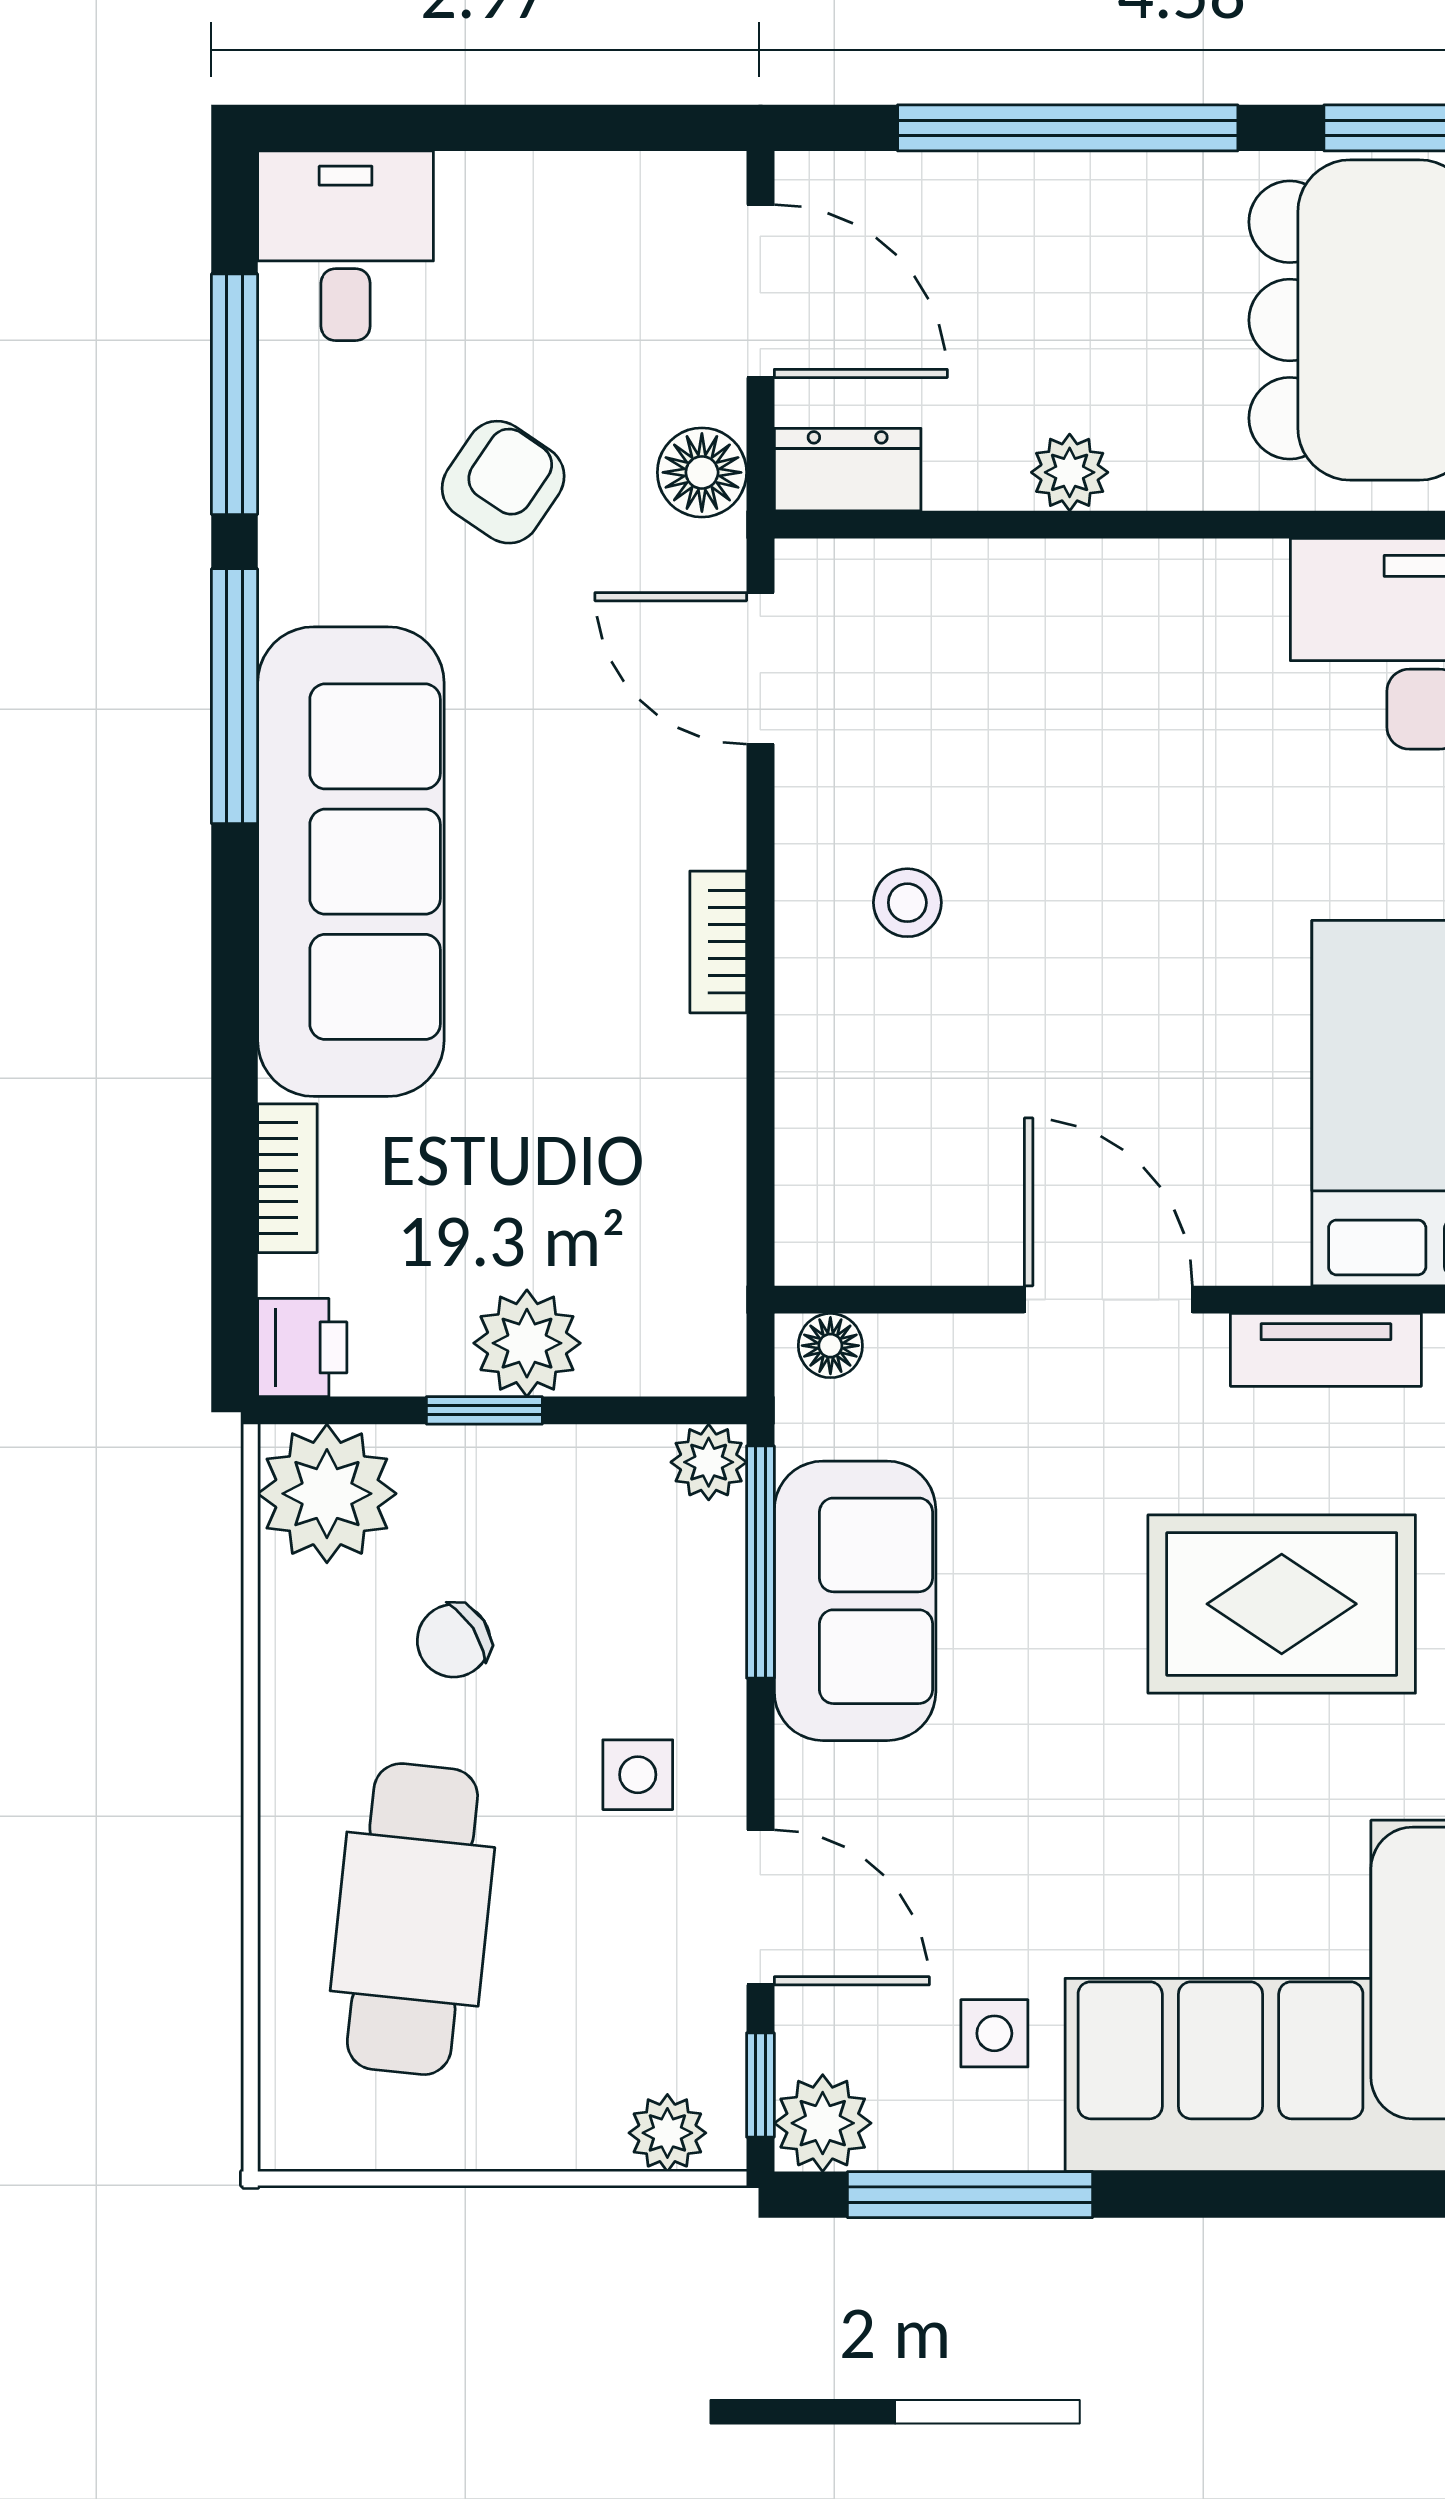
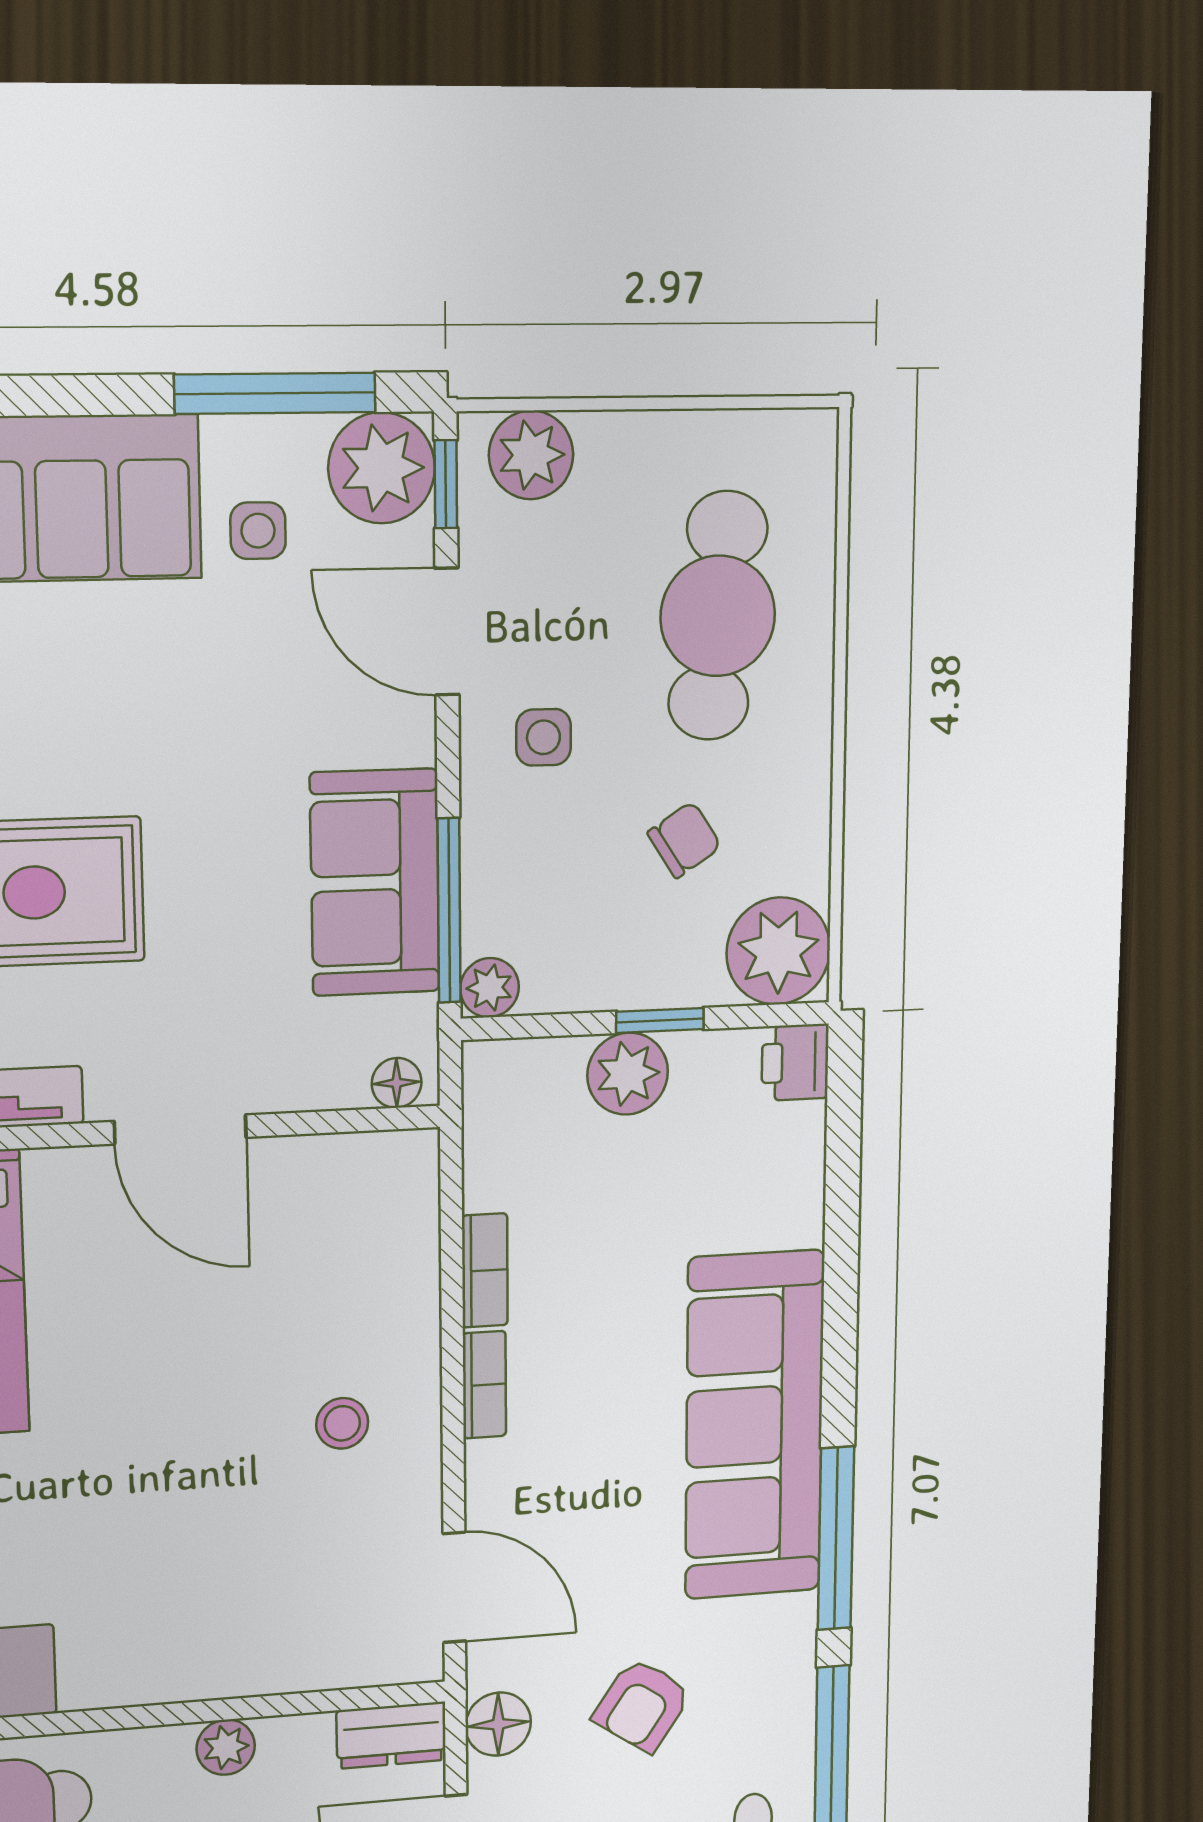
bookcase: (287, 1178) -> (485, 1270), moved, turned 180
plant: (823, 2123) -> (382, 468), width x1.36, depth x1.36
plant: (667, 2133) -> (531, 455), width x1.38, depth x1.38

